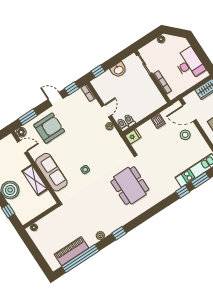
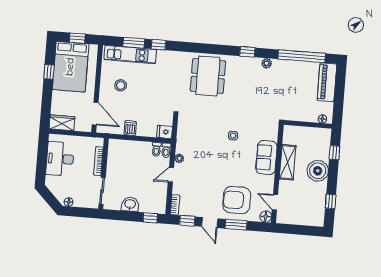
window: (28, 117) -> (236, 225), moved
stool: (185, 135) -> (121, 85), moved
sofa: (51, 172) -> (266, 158), width x0.73
dining table: (130, 186) -> (208, 76), moved
piano: (71, 251) -> (327, 82), moved, turned 90

